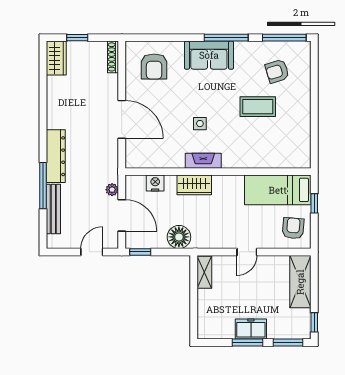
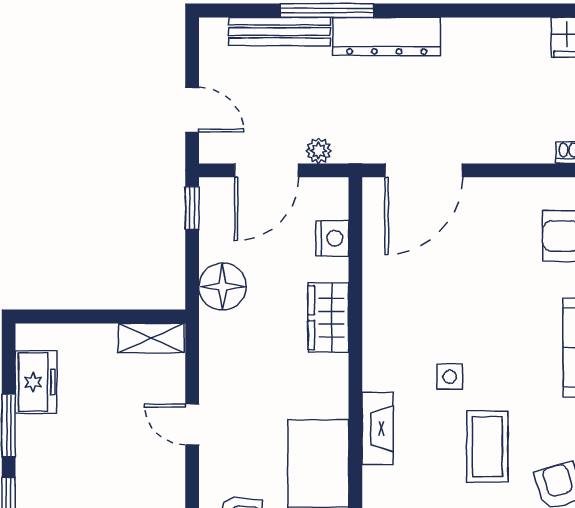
door: (122, 119) -> (424, 170), moved
side table: (200, 124) -> (450, 377), moved
fireplace: (203, 161) -> (378, 429), moved
freezer: (251, 329) -> (36, 382), moved

